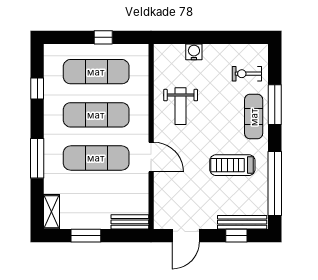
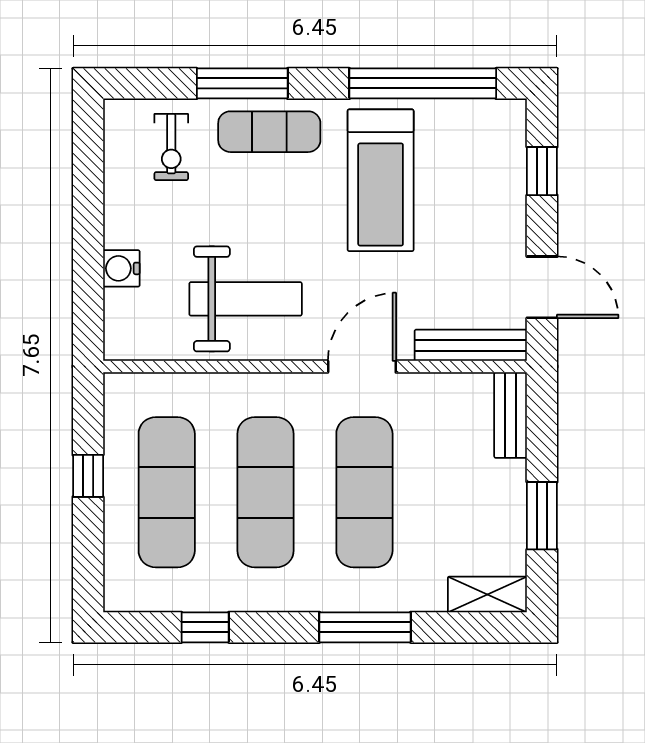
weight bench: (181, 106) -> (246, 299), width x1.36, depth x1.33
treadmill: (232, 165) -> (381, 180), width x1.37, depth x1.38
bench: (242, 222) -> (471, 345), moved, turned 90

